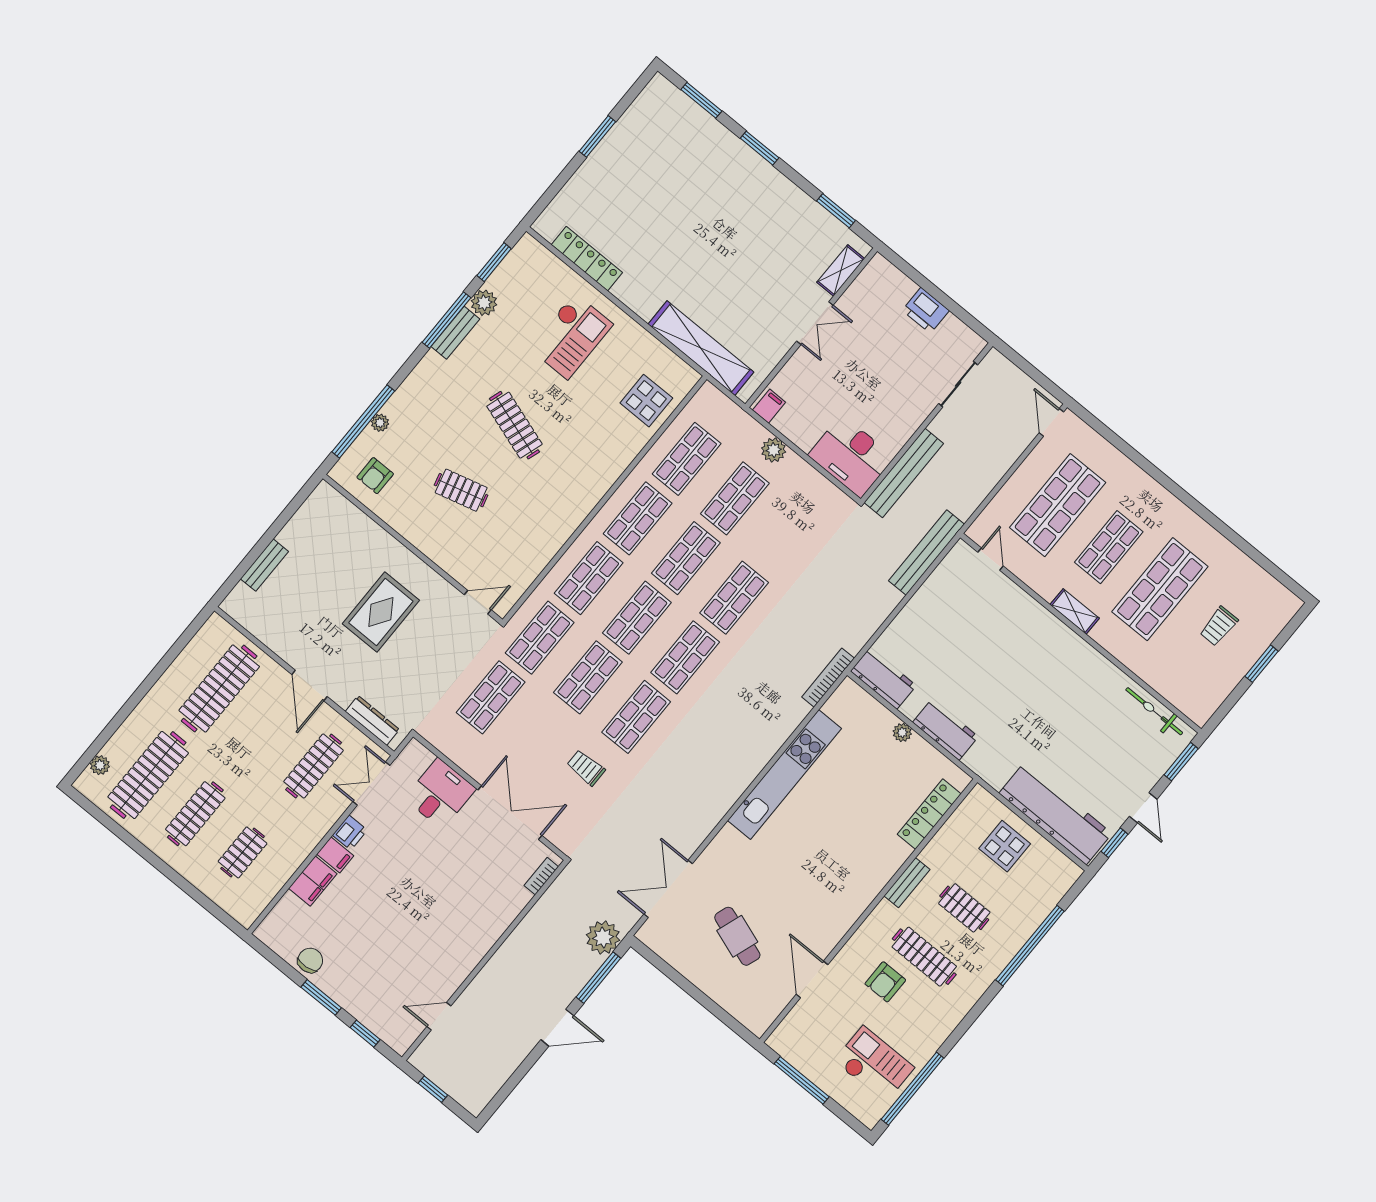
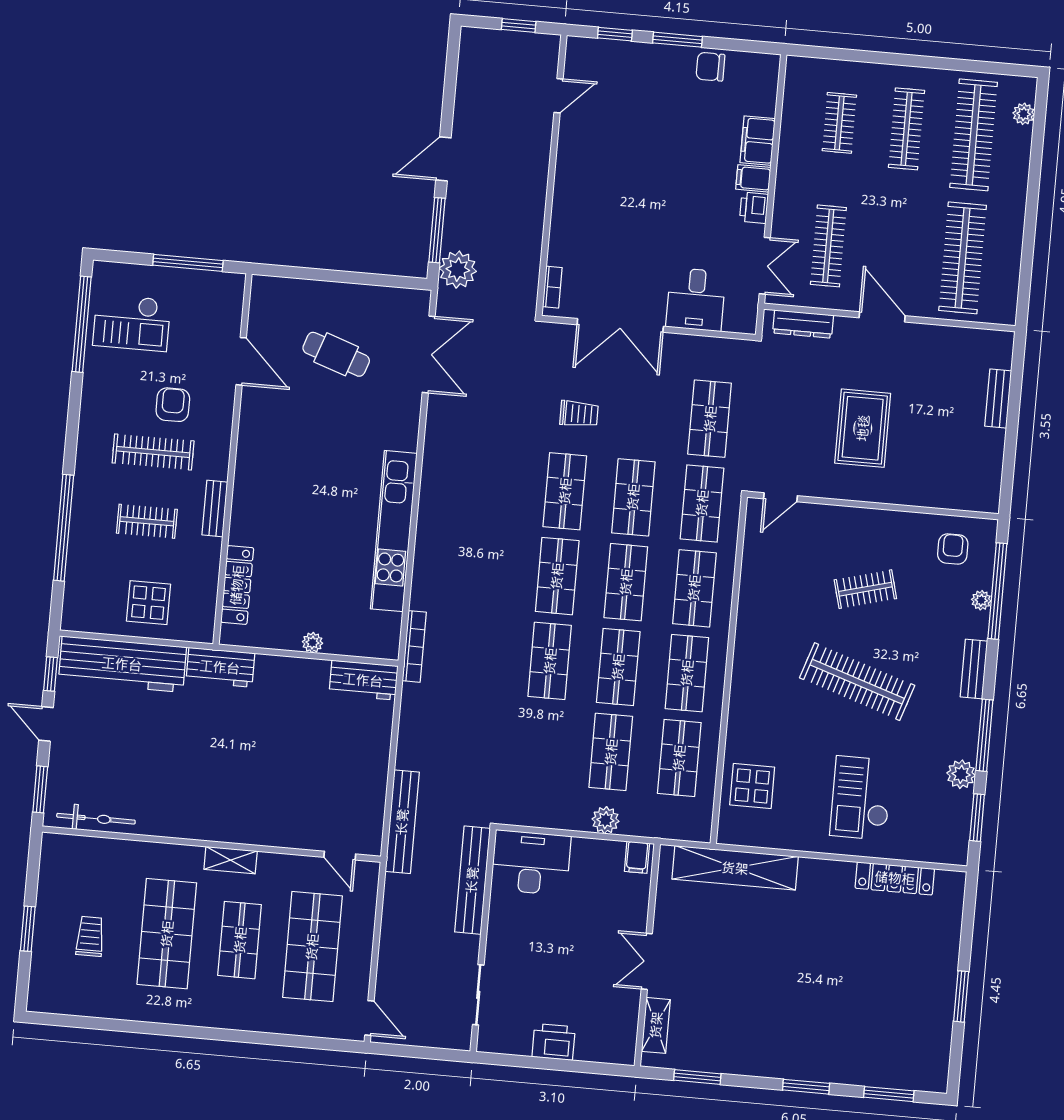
bench: (455, 333) -> (974, 669), moved
clothes rail: (514, 425) -> (857, 682), width x1.37, depth x1.31
workbench: (945, 730) -> (220, 667), moved
chair: (310, 960) -> (711, 67), turned 96

